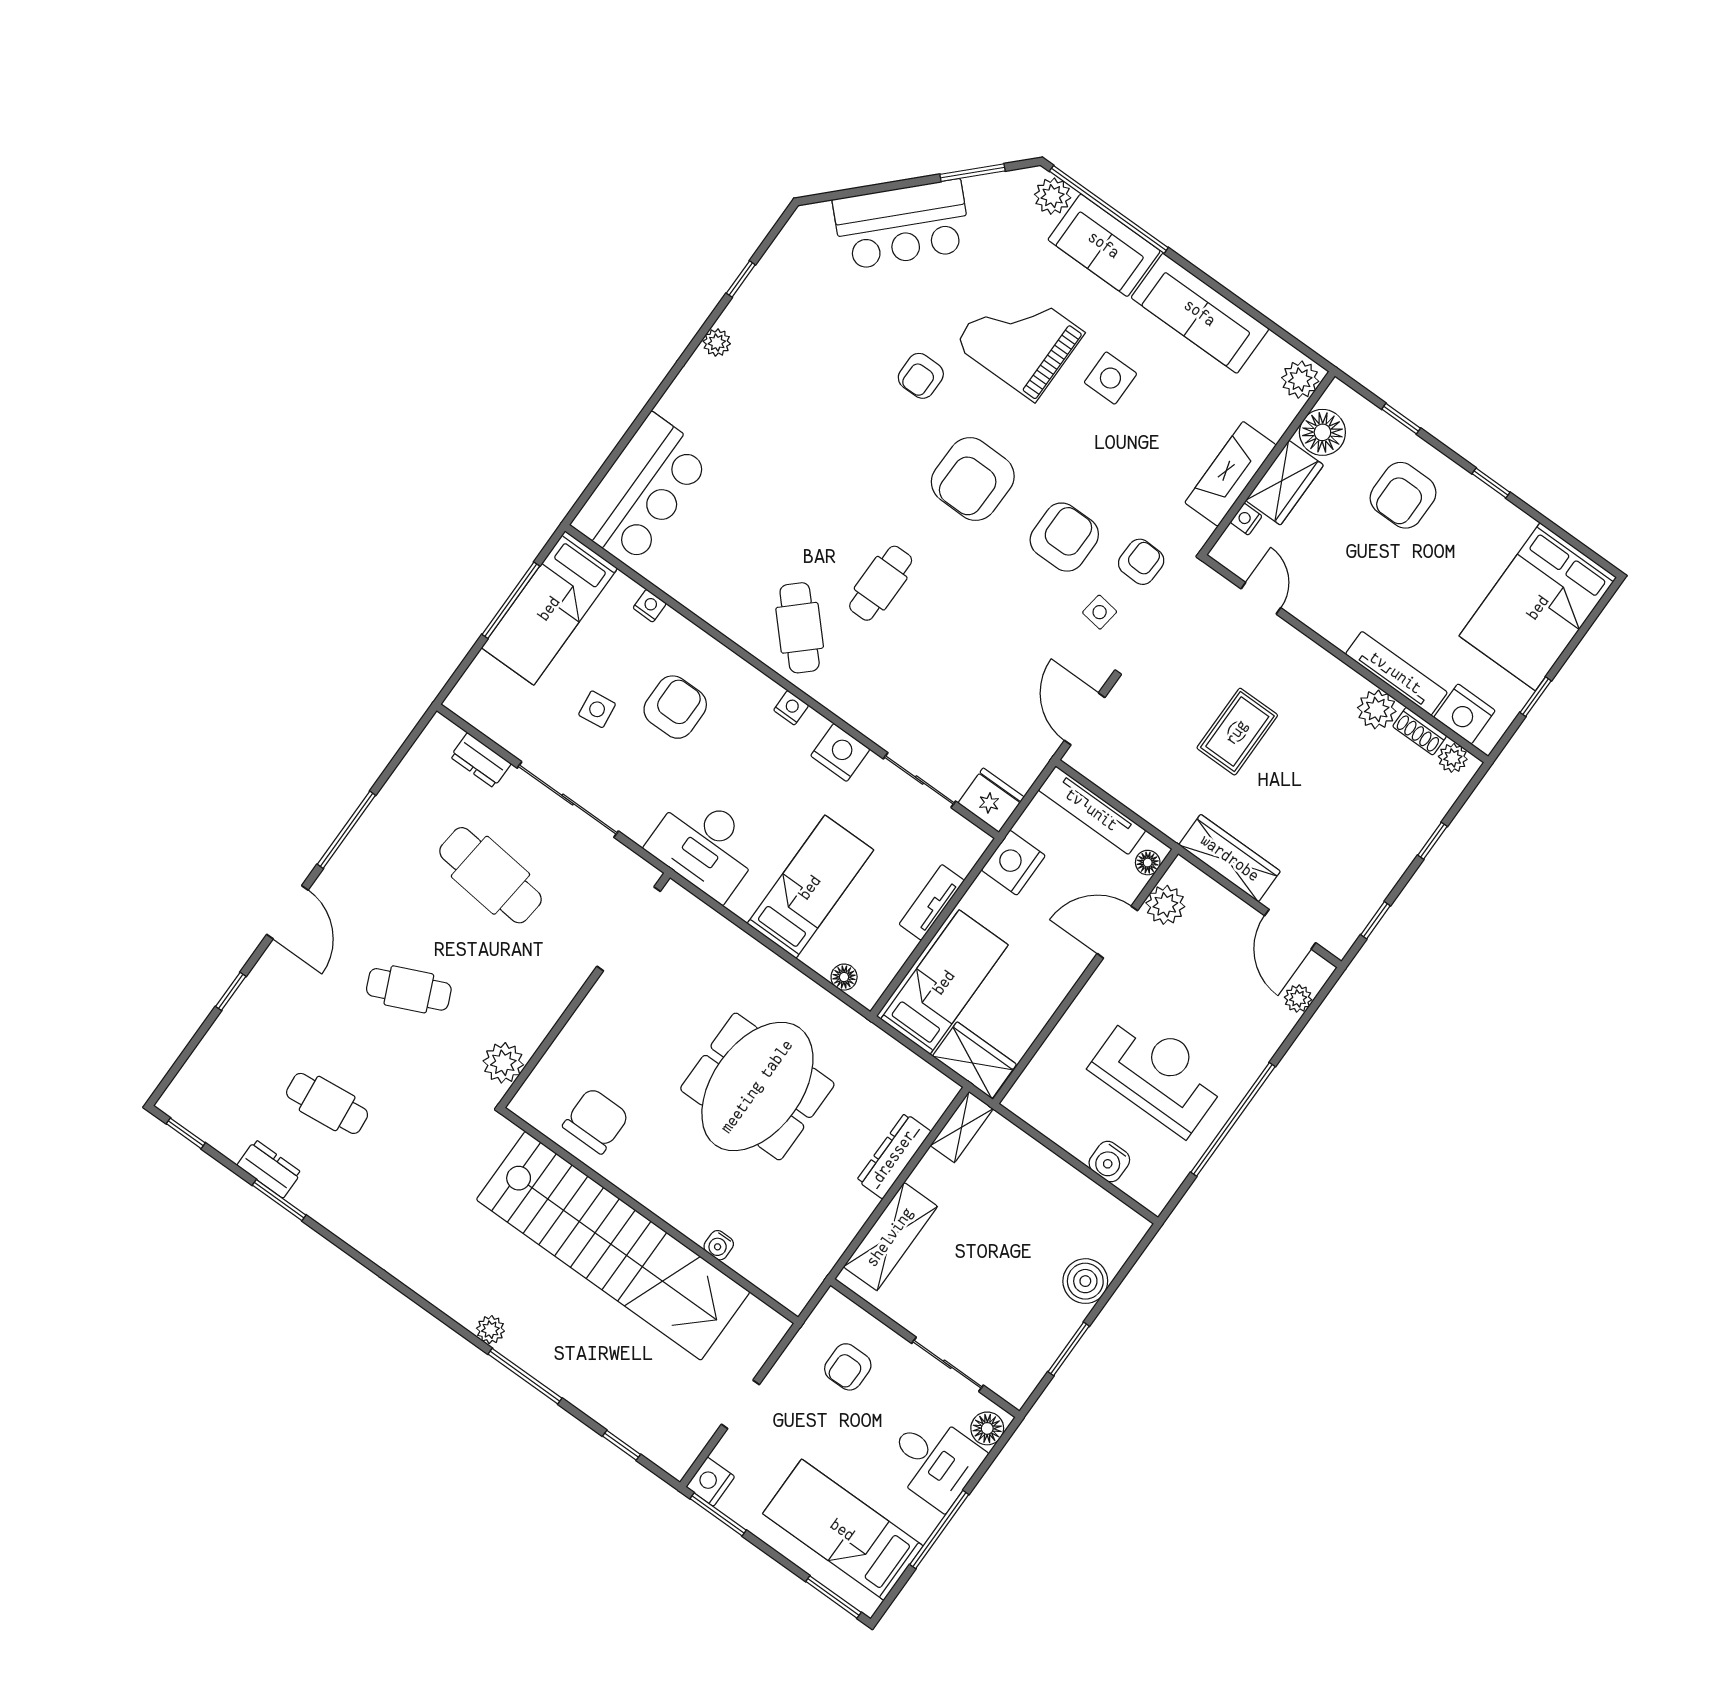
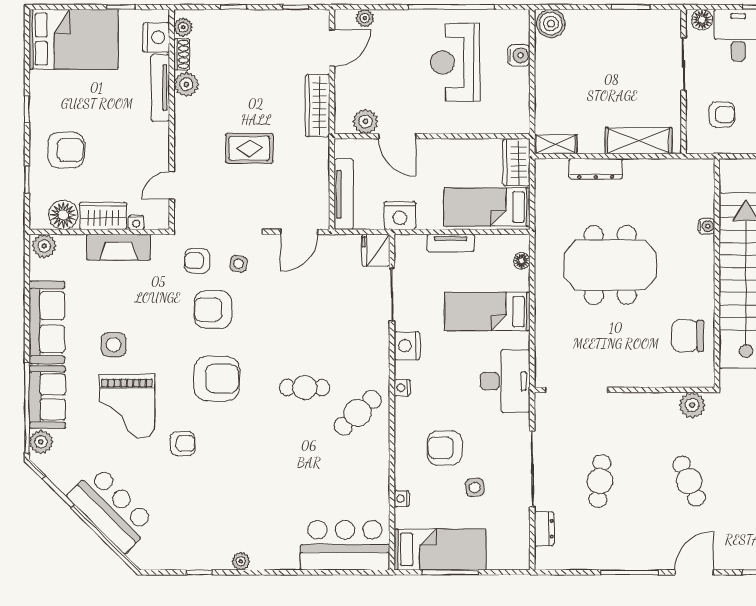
floor lamp: (1148, 863) -> (350, 146), removed
cafe table: (490, 875) -> (600, 481), width x0.73, depth x0.74
boiler: (1085, 1281) -> (551, 24), moved

